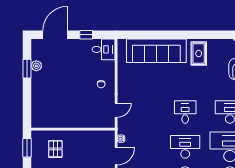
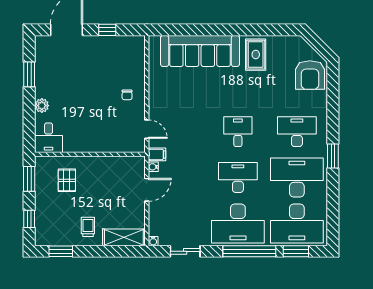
desk: (104, 49) -> (49, 138), moved, turned 90
plant: (36, 66) -> (42, 106), moved
door: (116, 110) -> (147, 129), hinge flipped
filing cabinet: (124, 129) -> (157, 154), added

